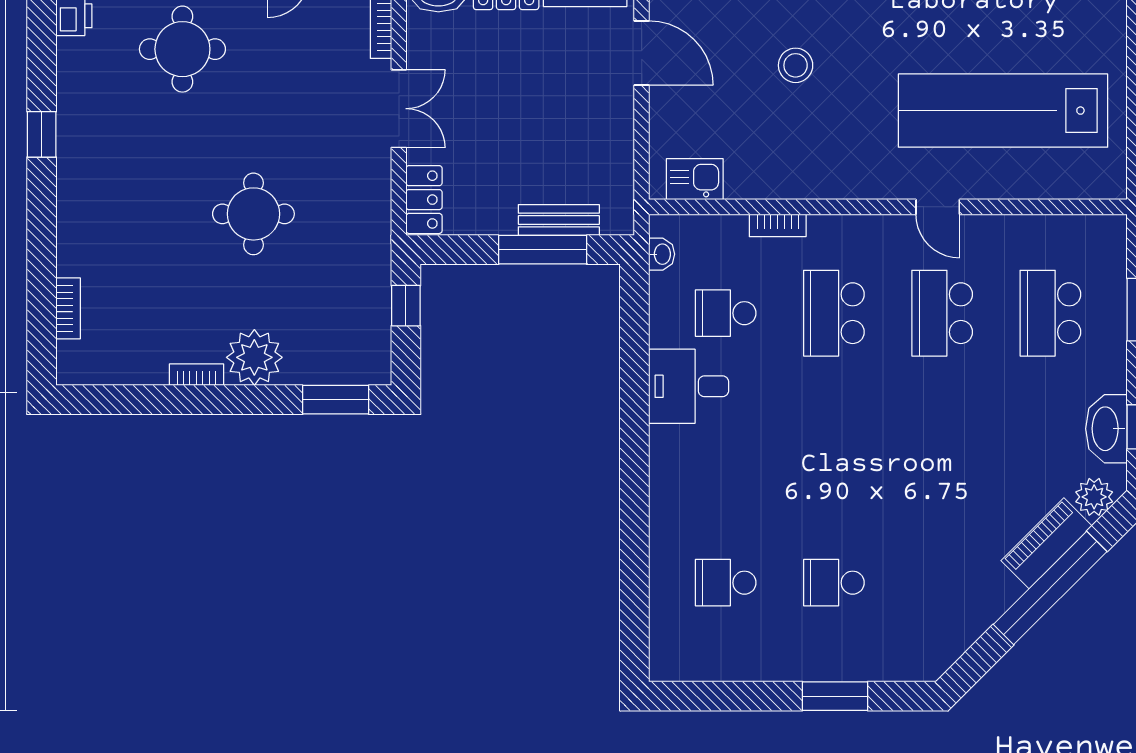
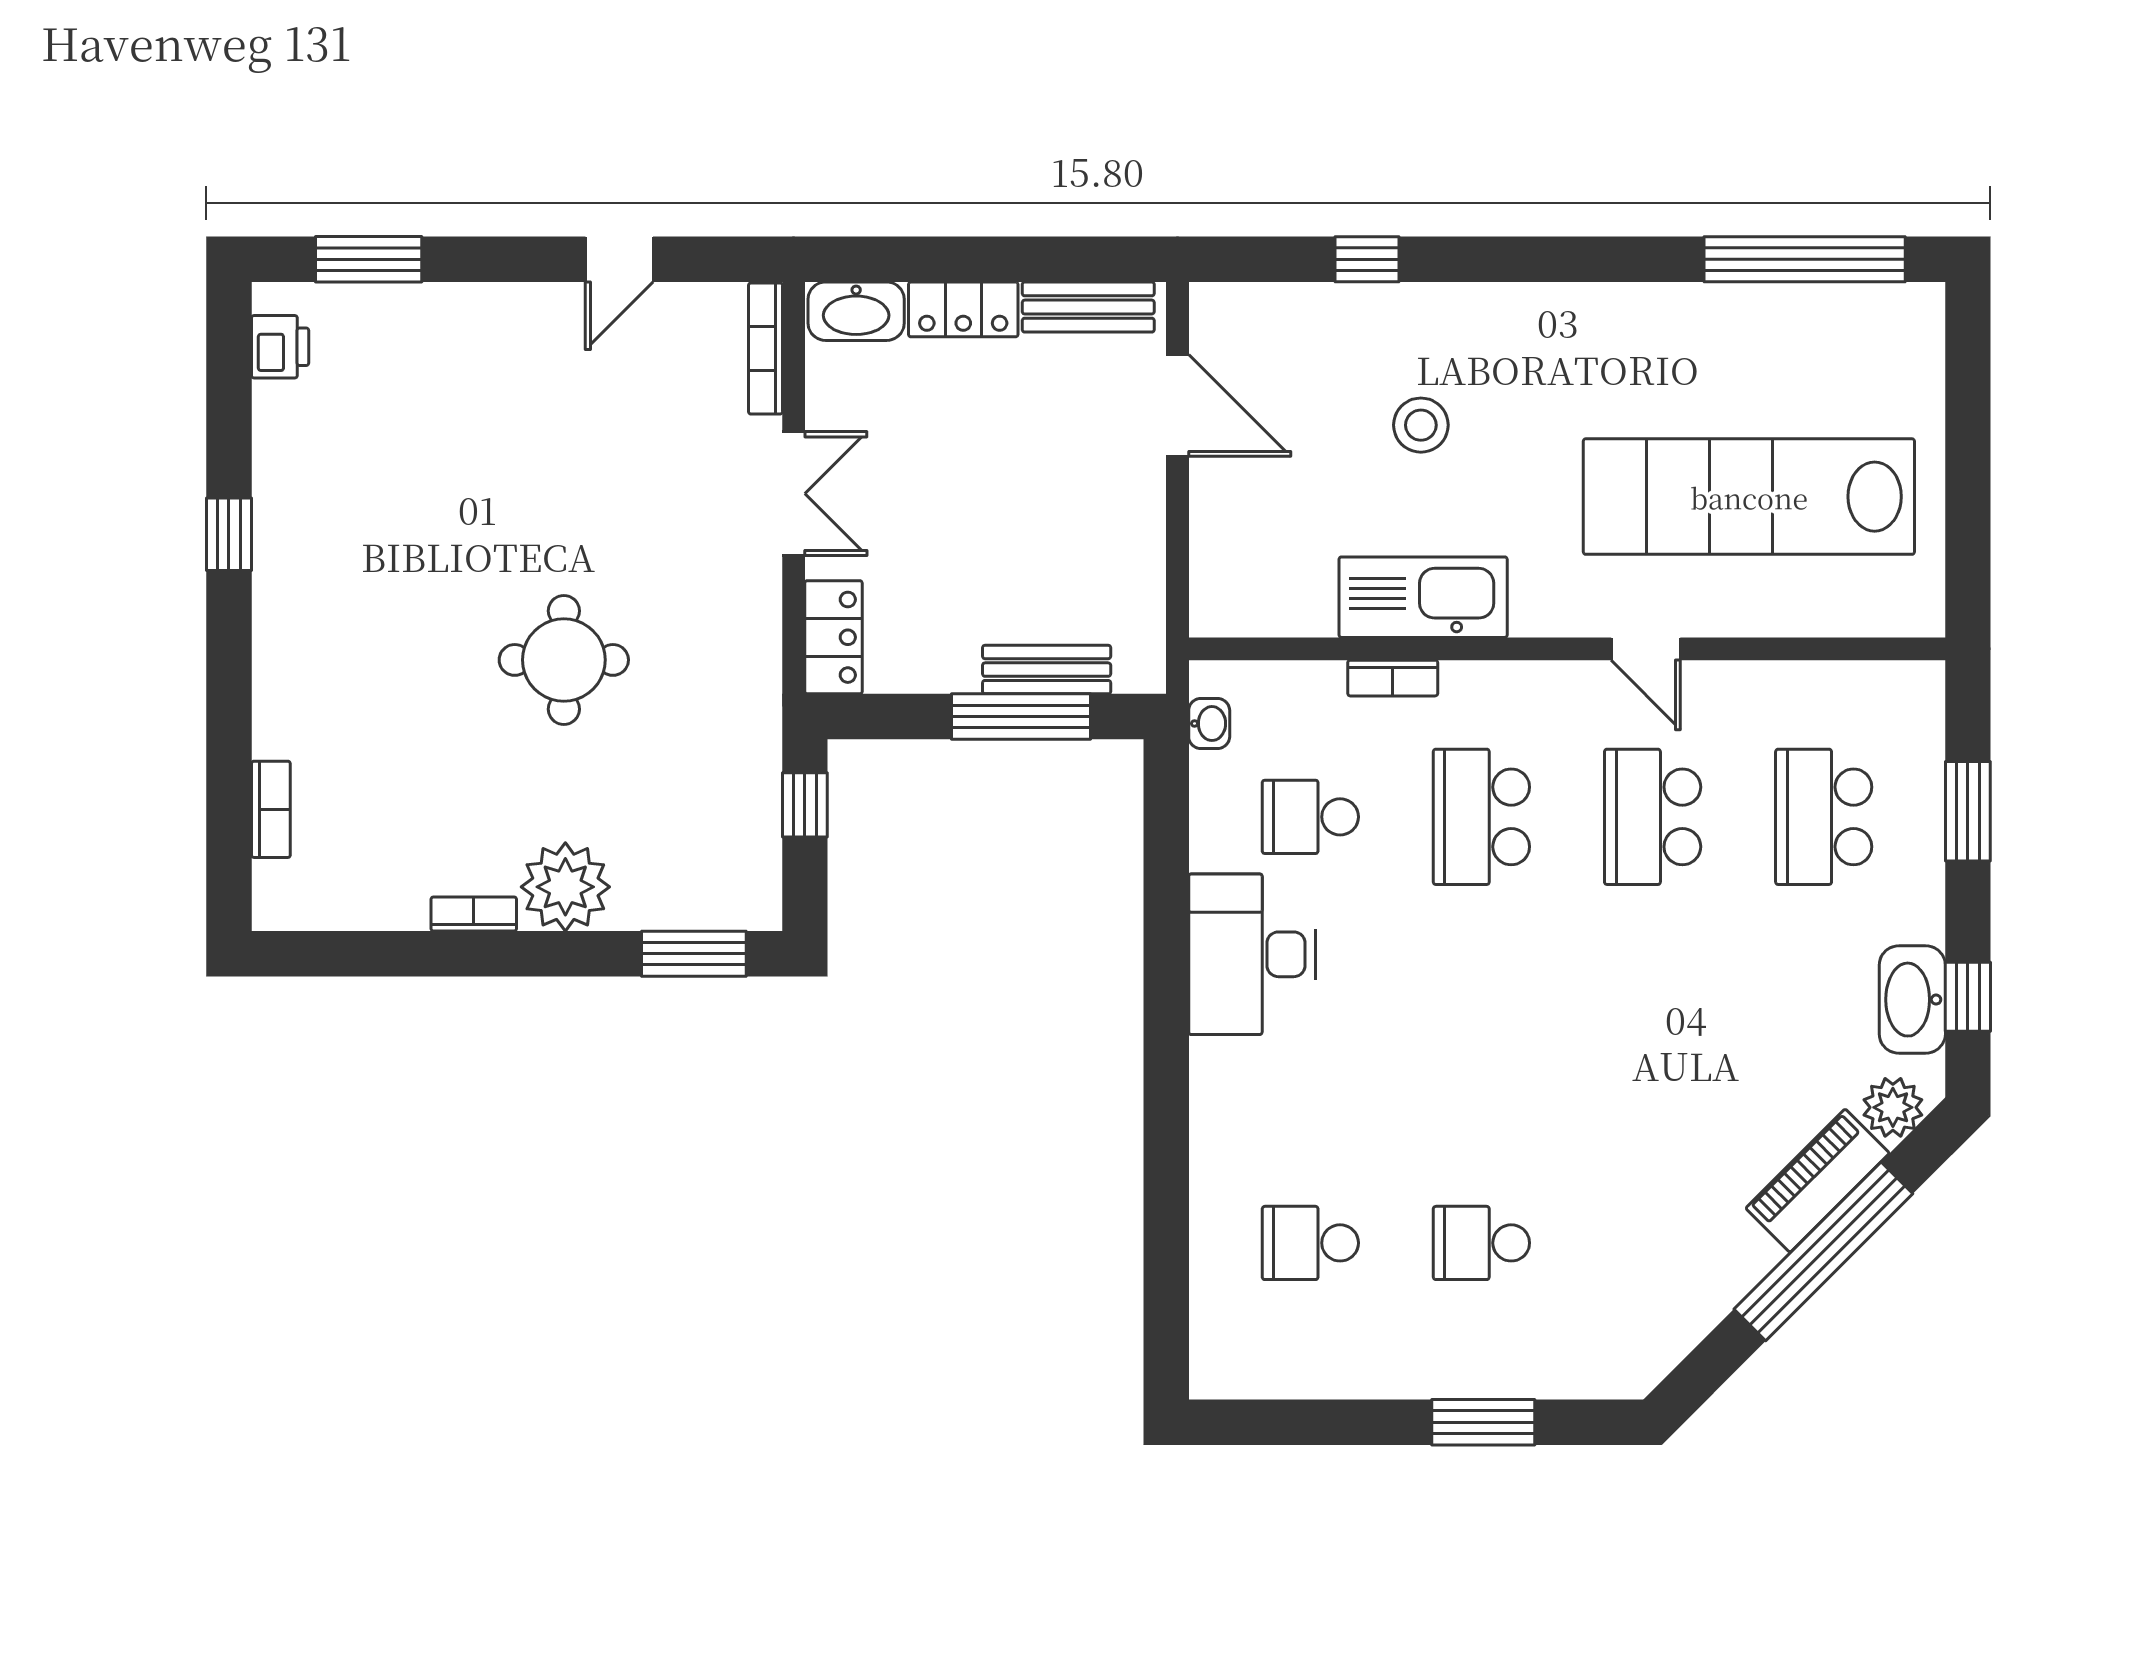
round table: (182, 49) -> (452, 399), removed
kitchen sink: (695, 179) -> (1423, 597), moved, width x1.87, depth x1.24
desk: (689, 386) -> (1252, 954), width x1.37

